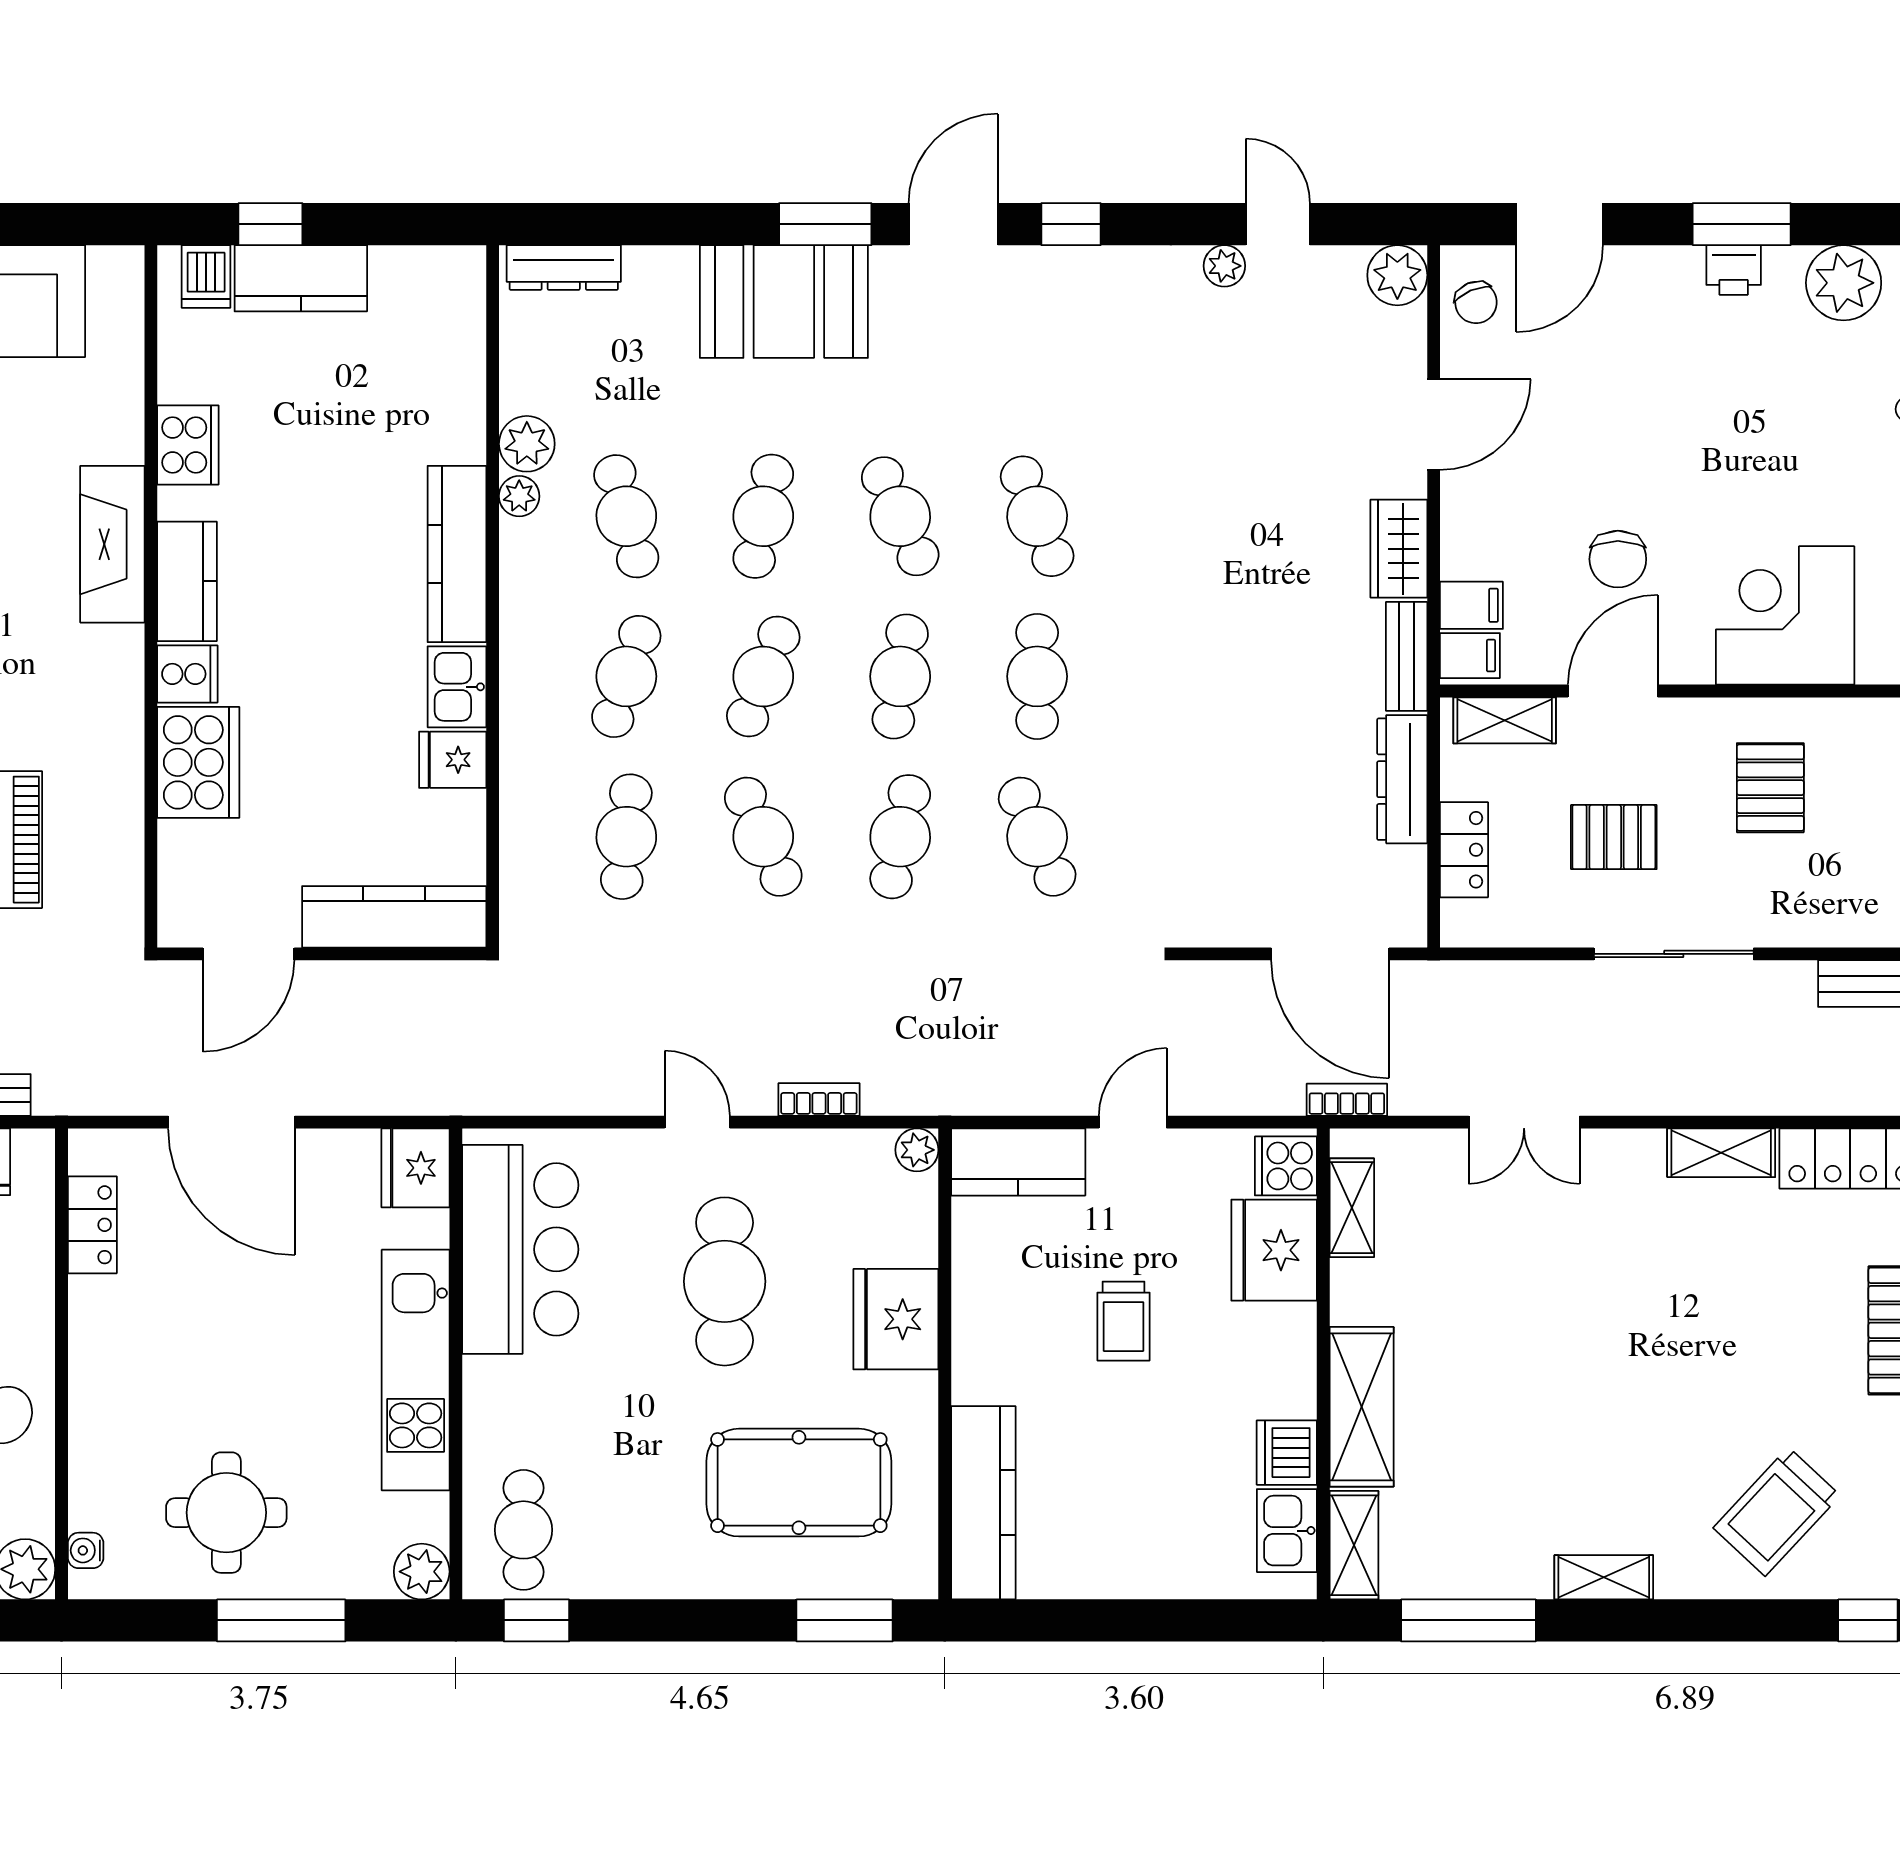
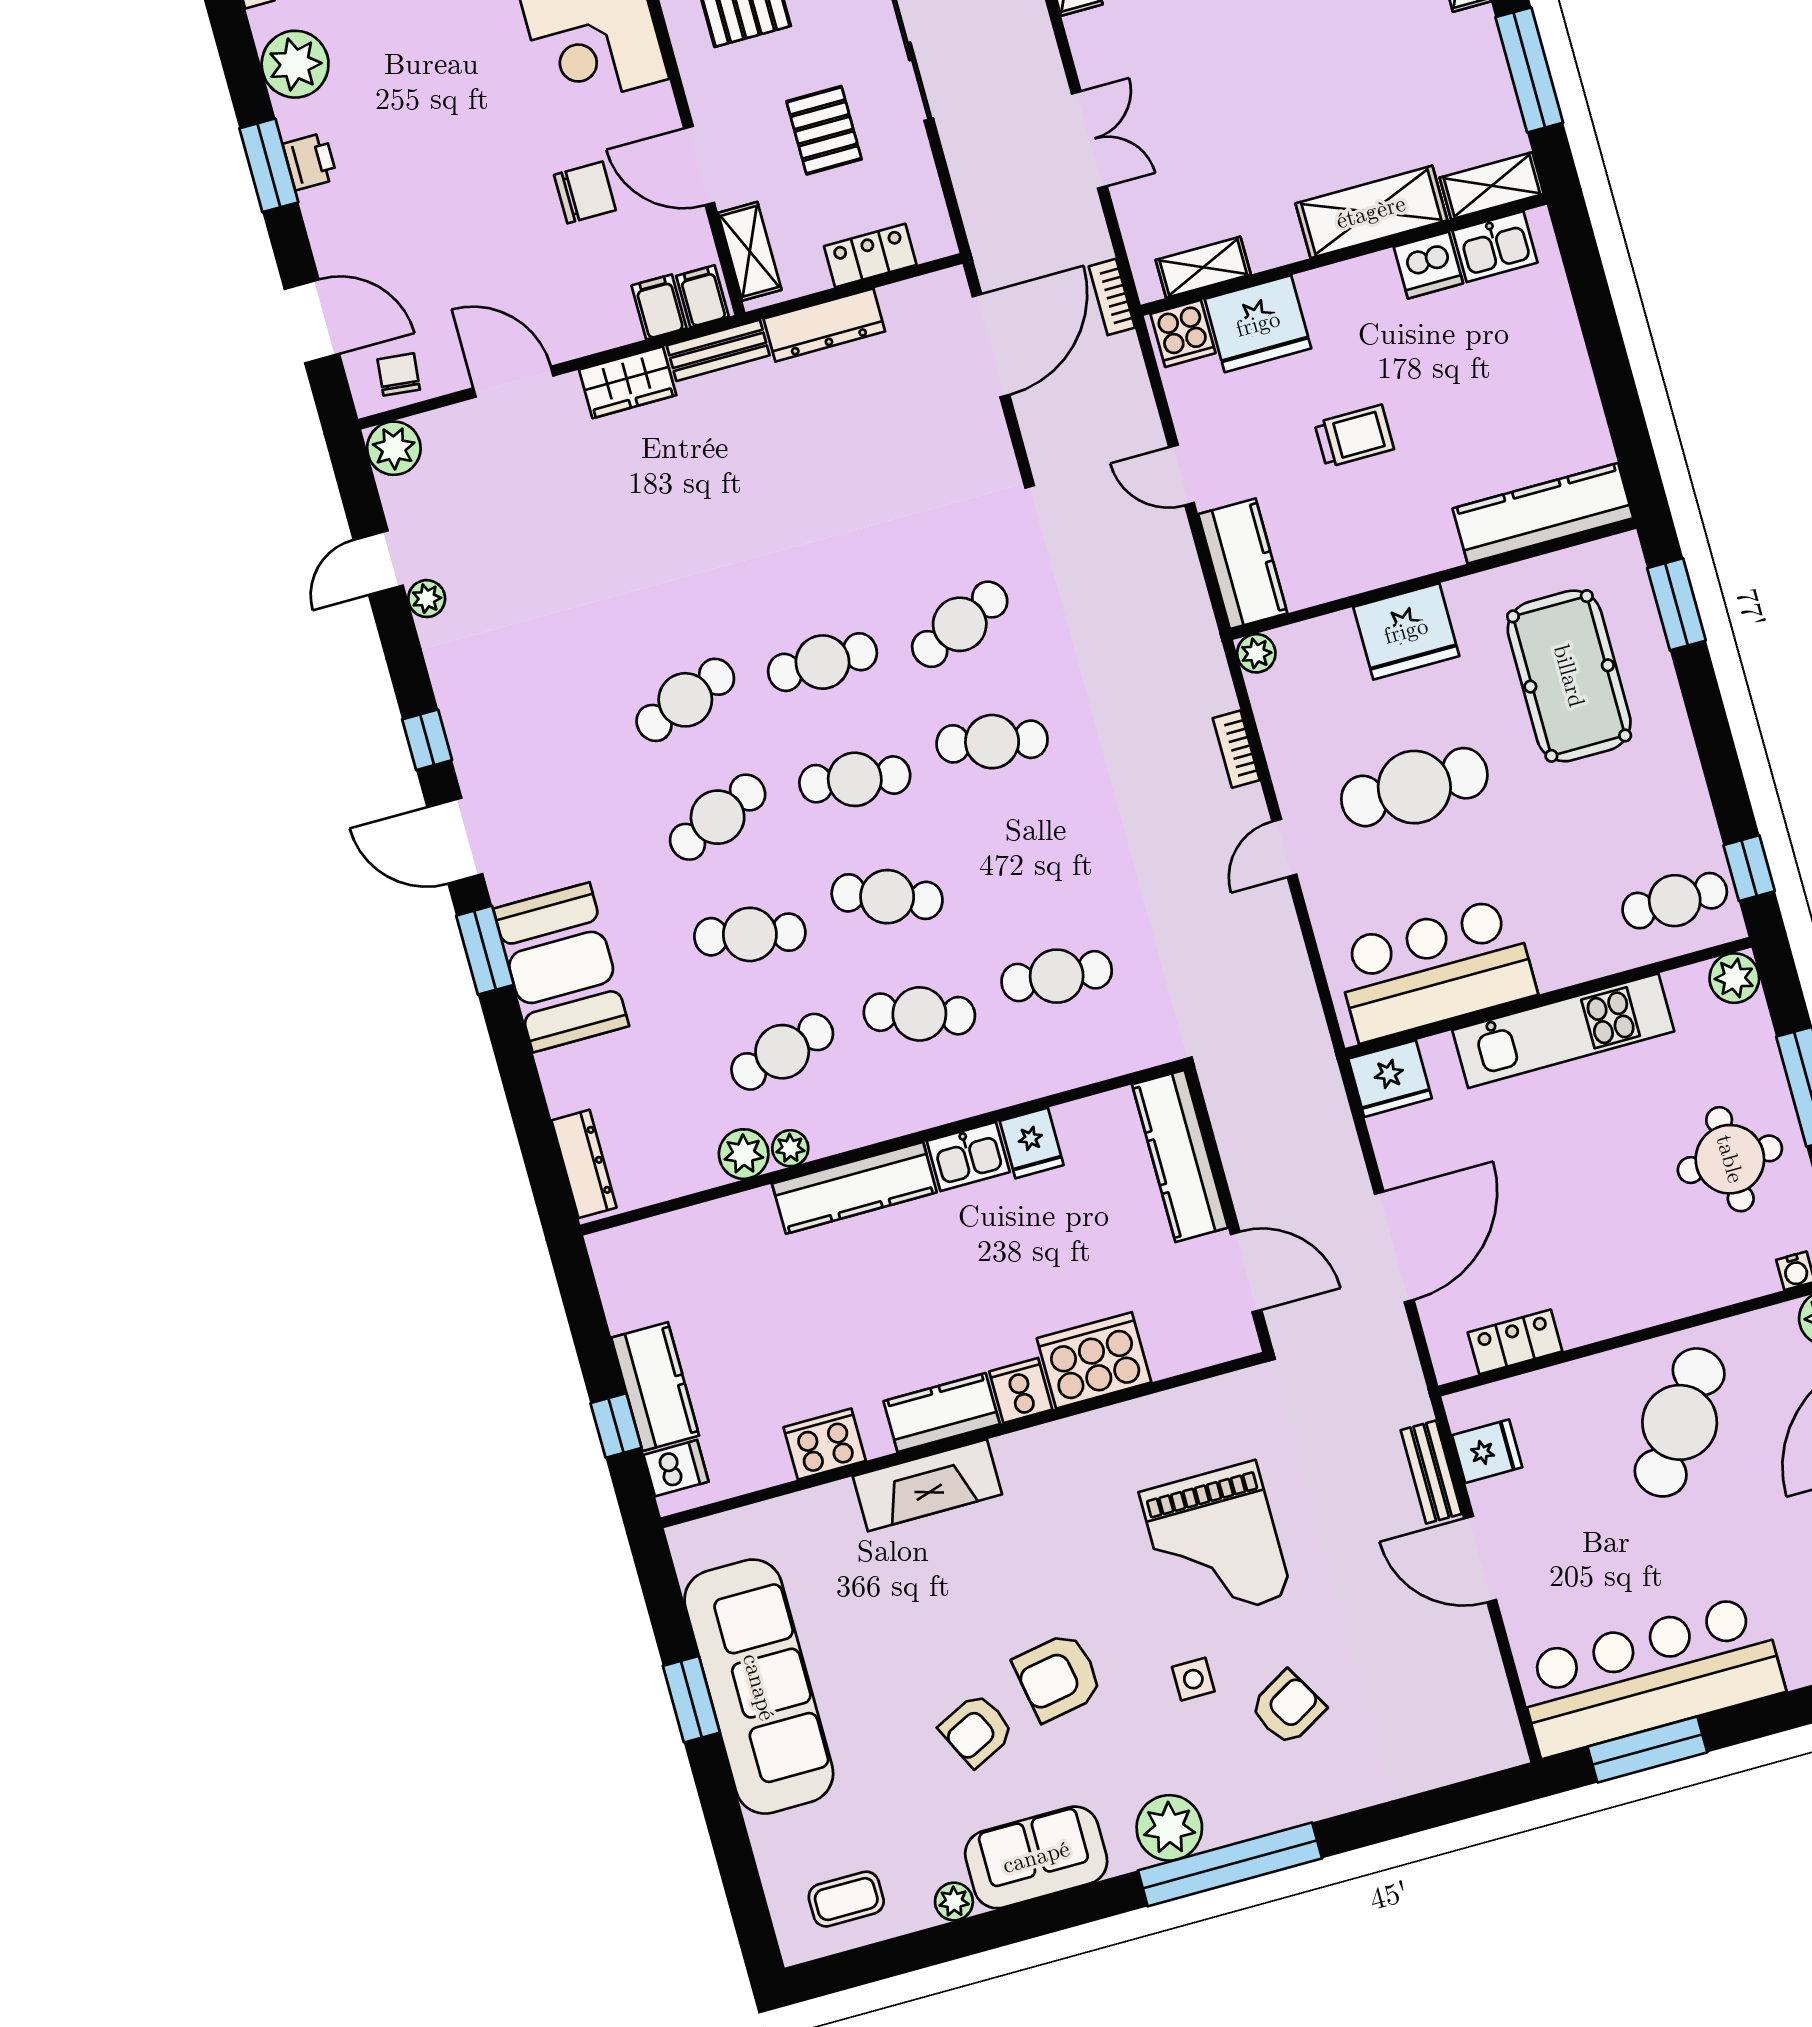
chair: (1476, 302) -> (399, 374), turned -61
cafe table: (763, 837) -> (1024, 859), removed

